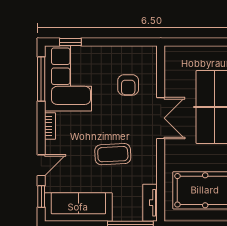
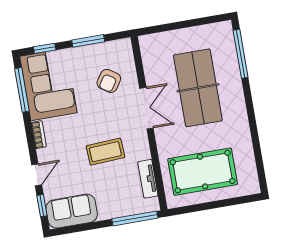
window: (115, 42) -> (88, 41), added
armchair: (128, 85) -> (109, 81), turned 34
tv unit: (150, 203) -> (148, 179), moved
sofa: (78, 207) -> (72, 211), width x0.73

